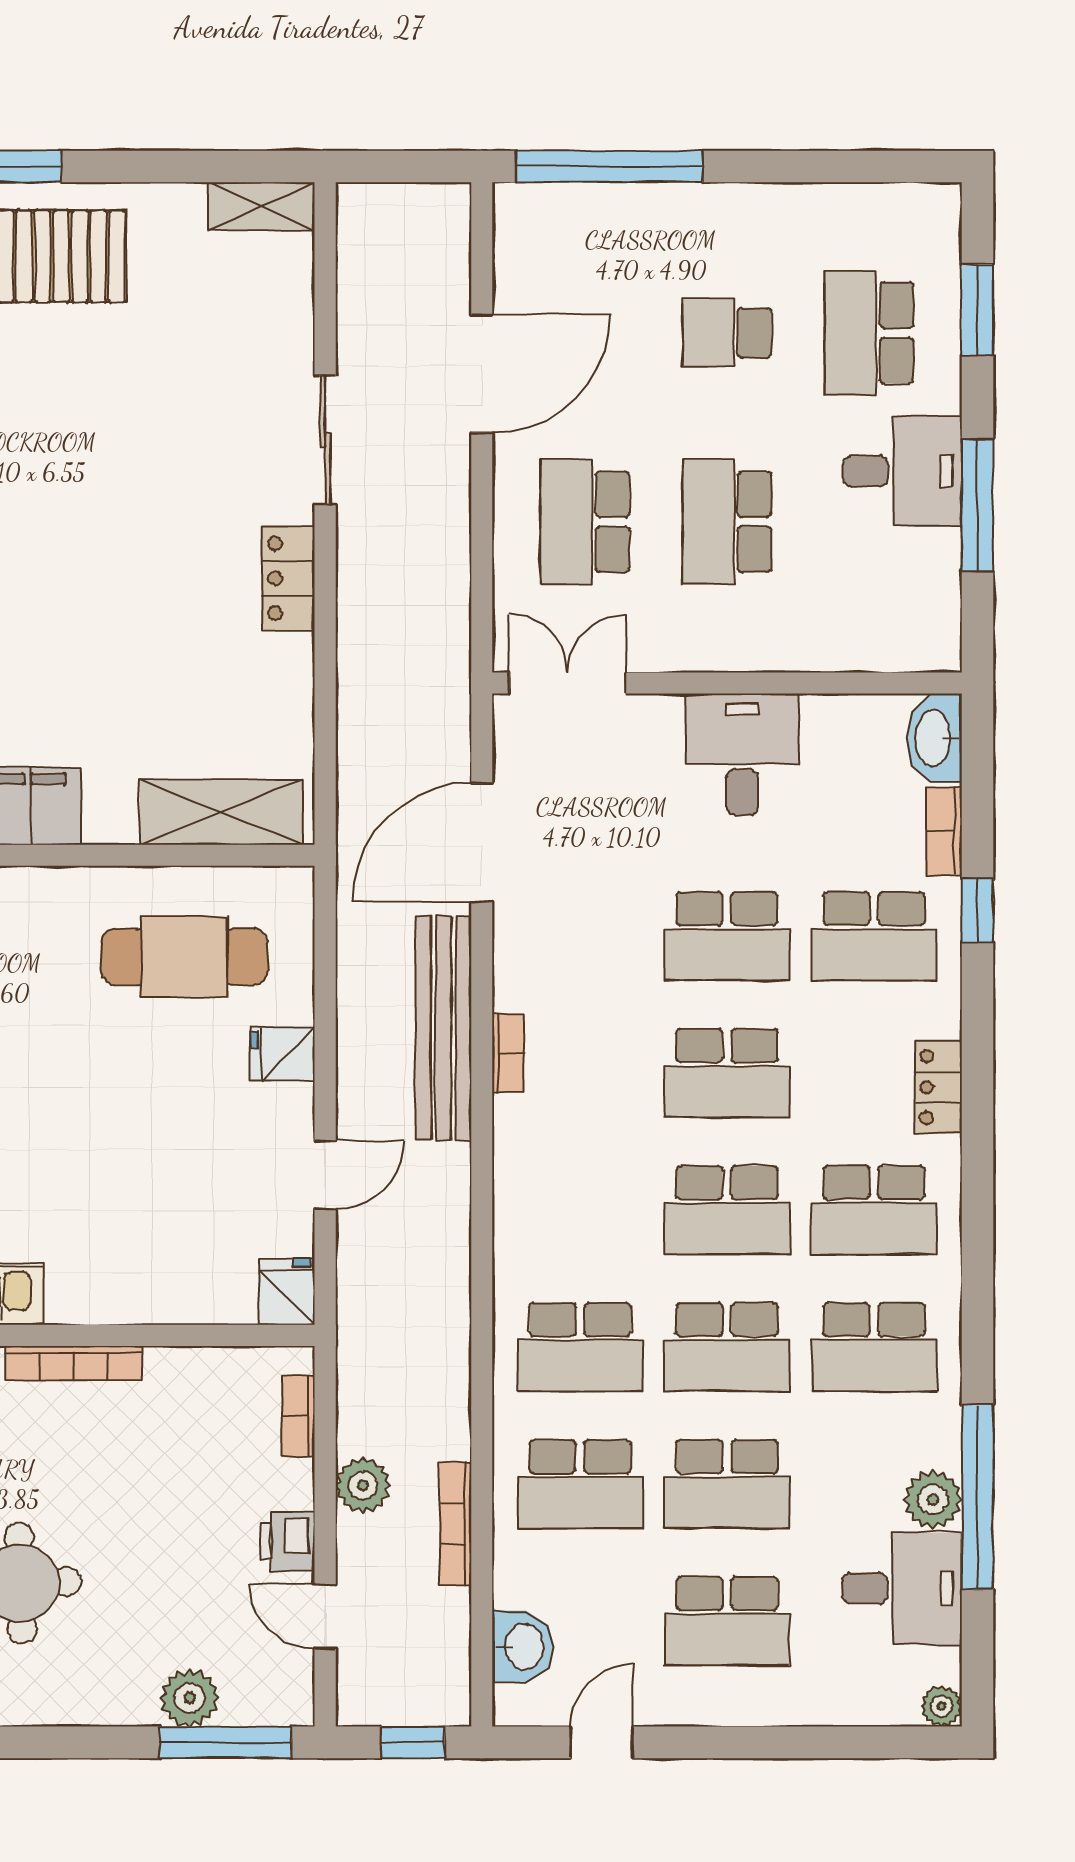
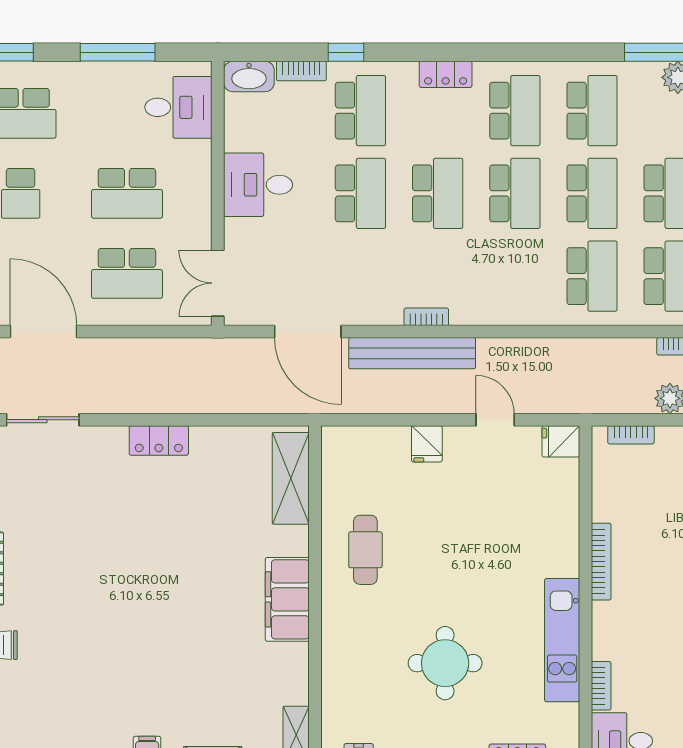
sliding door: (325, 440) -> (43, 420), moved
desk: (902, 471) -> (178, 107), moved, turned 90
cafe table: (184, 957) -> (365, 550), moved, width x0.73, depth x0.74

